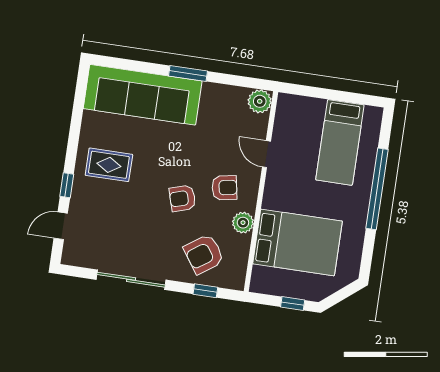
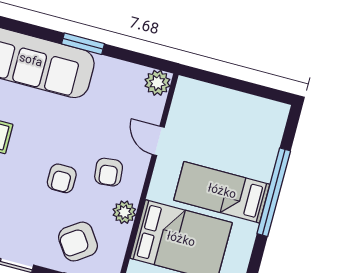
bed: (340, 142) -> (222, 192), moved, turned 90
armchair: (224, 188) -> (109, 172), turned 94
armchair: (182, 198) -> (62, 178), turned -73

